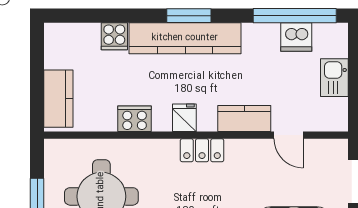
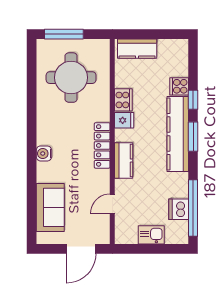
window: (134, 16) -> (193, 100), added
fridge: (184, 118) -> (124, 120), moved
kitchen counter: (244, 119) -> (124, 161), moved
locker: (202, 150) -> (102, 145), width x1.53

